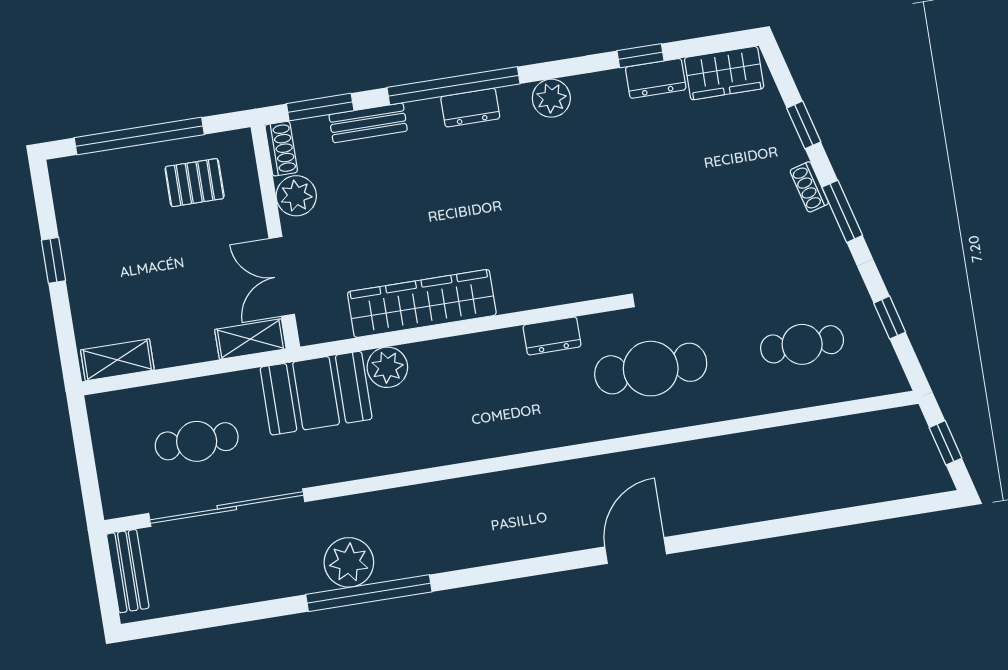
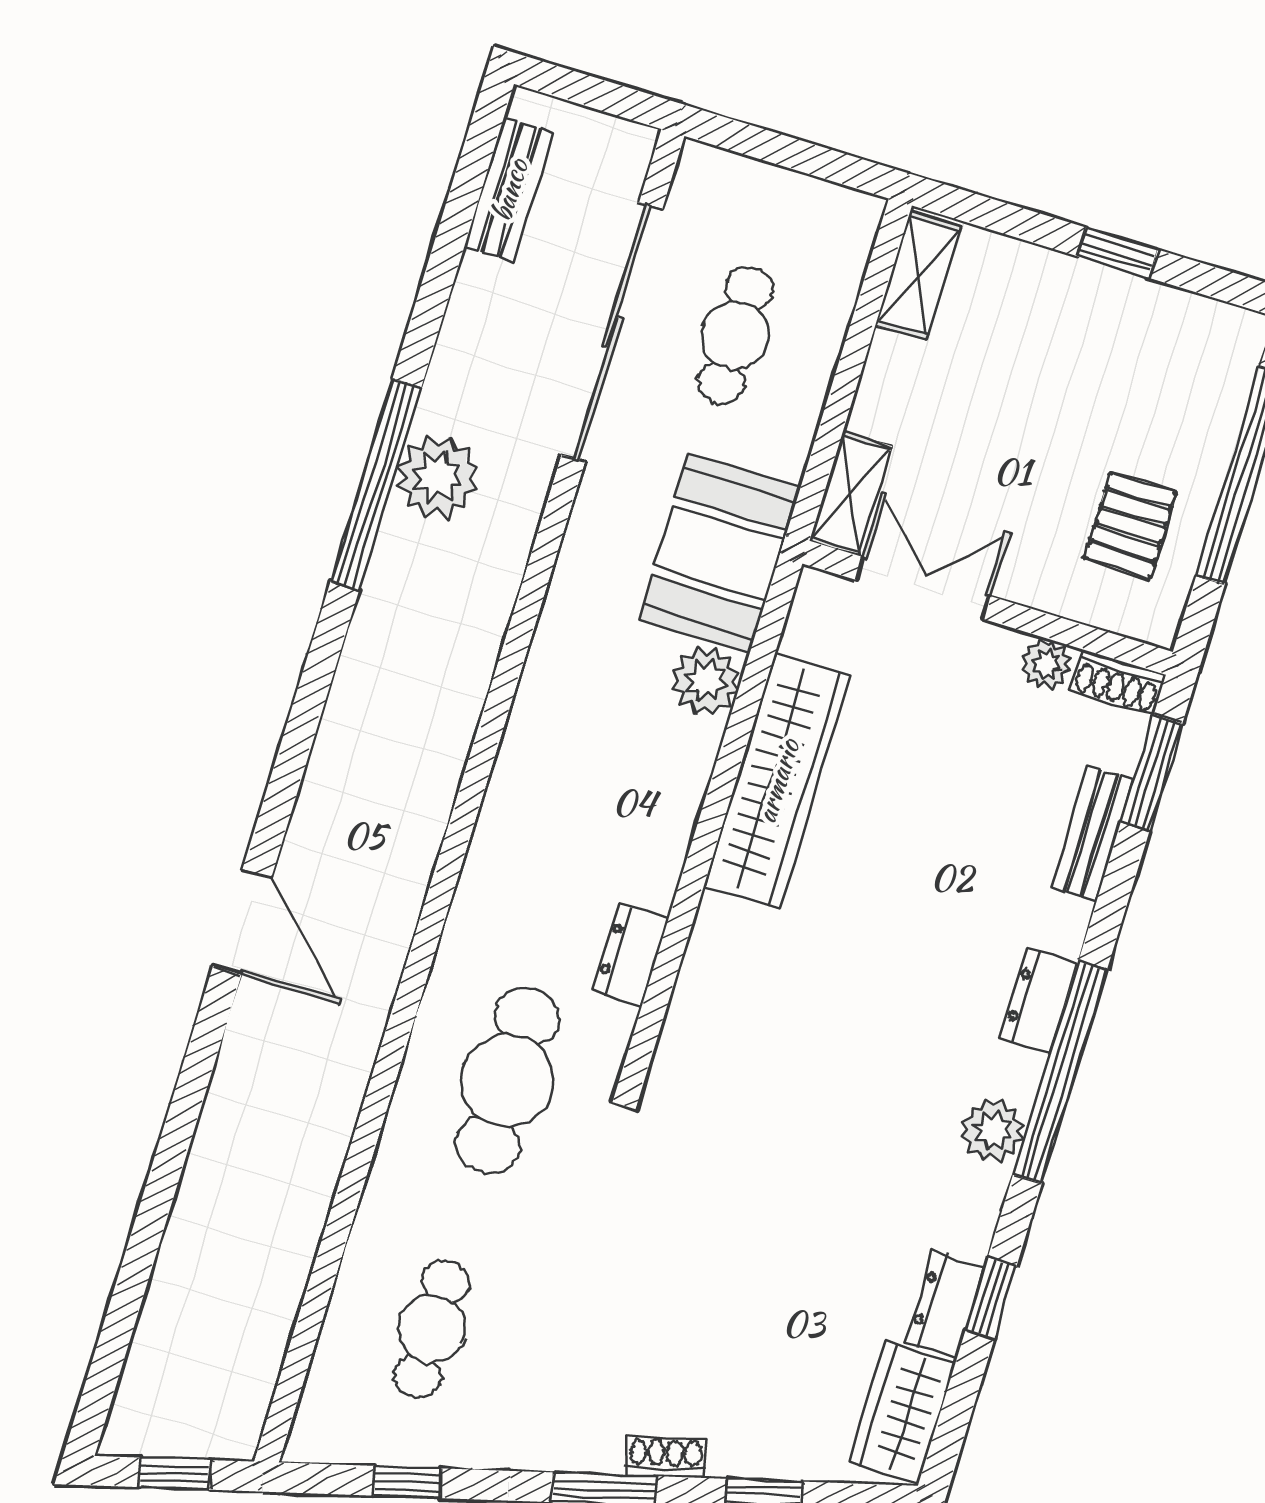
window: (454, 86) -> (1060, 1072), moved
plant: (296, 196) -> (1046, 664), width x0.73, depth x0.73
bench: (128, 571) -> (509, 190), moved, turned 90

